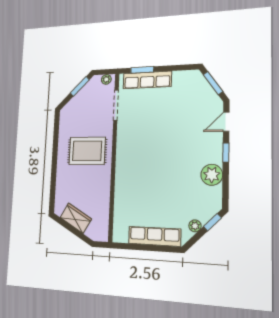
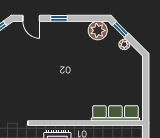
plant: (212, 175) -> (98, 30), moved
row of seats: (154, 236) -> (115, 113), moved, turned 90

